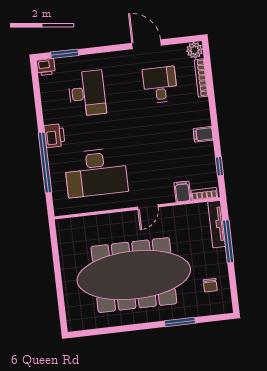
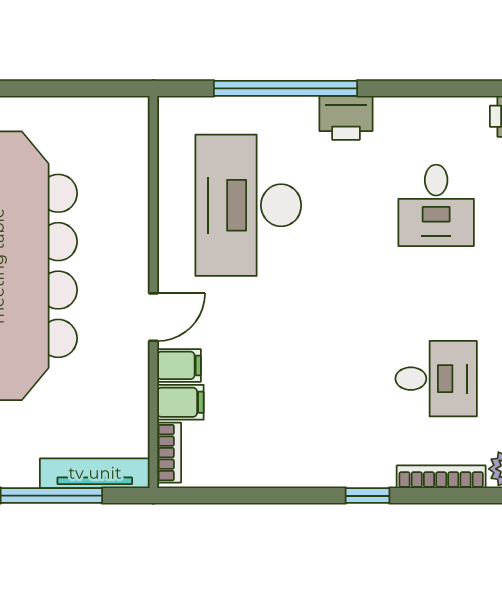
desk: (87, 93) -> (436, 205), width x0.73
filing cabinet: (203, 134) -> (179, 365), moved, turned 90
window: (219, 166) -> (367, 496), moved
door: (148, 207) -> (153, 317), swing flipped

